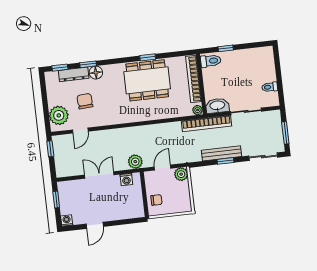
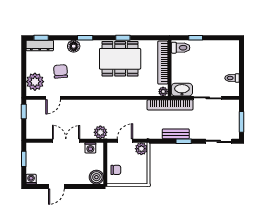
window: (88, 64) -> (85, 38), moved
dresser: (74, 74) -> (40, 45), moved
bench: (221, 153) -> (176, 134), width x0.73
boiler: (136, 210) -> (96, 177), added

